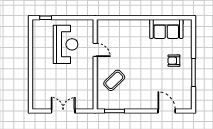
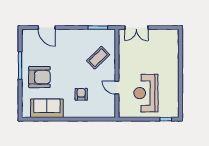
armchair: (131, 43) -> (81, 94), added
armchair: (174, 61) -> (39, 77), width x1.88, depth x1.88
double door: (63, 111) -> (136, 28), moved

